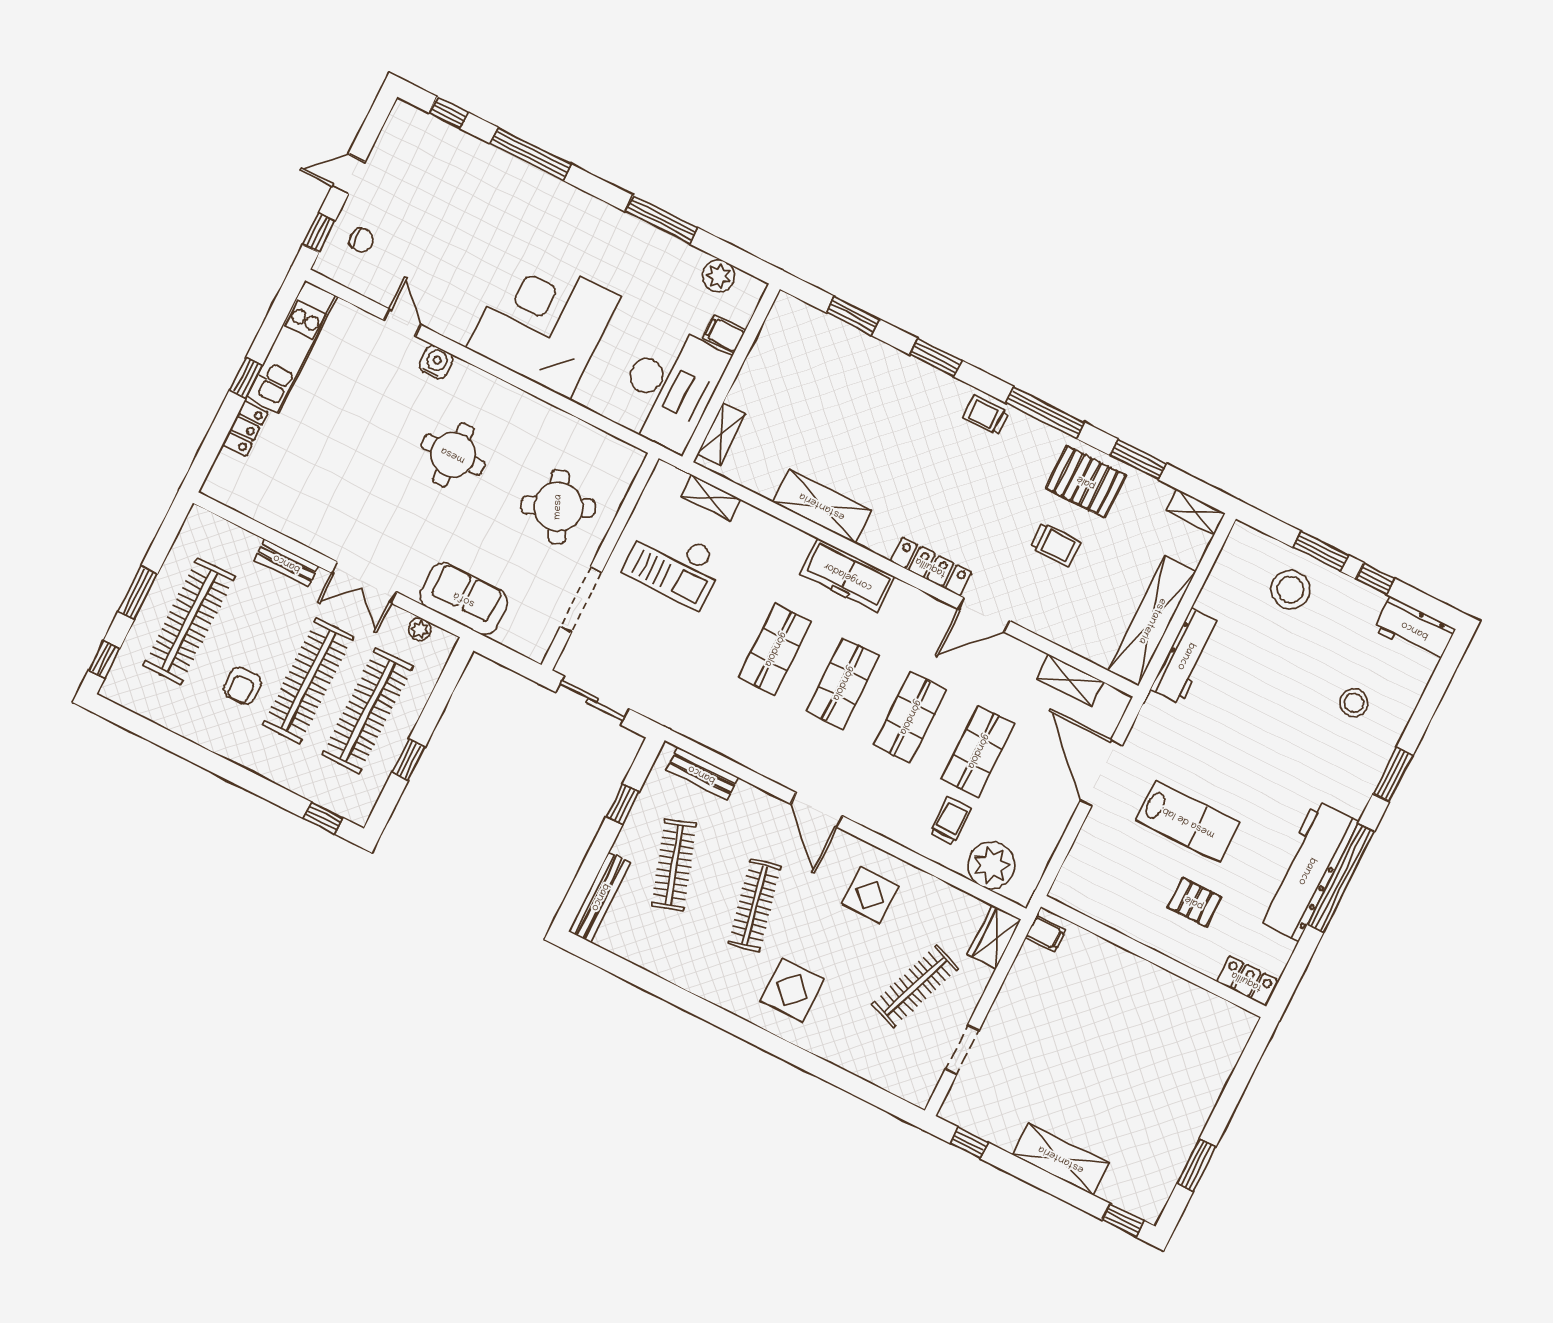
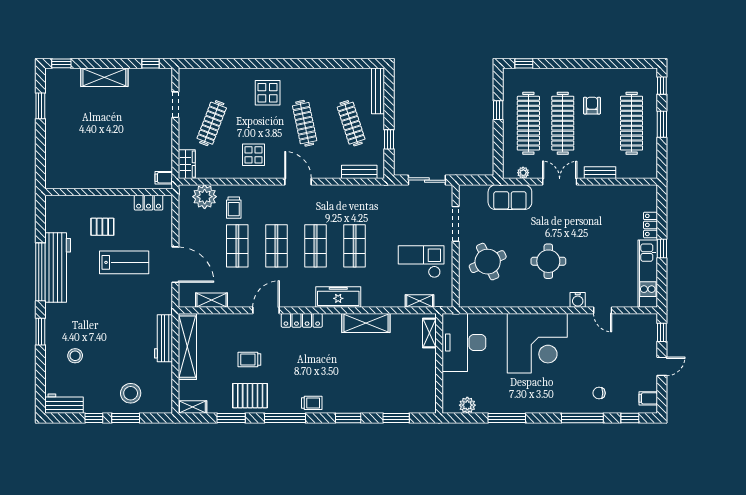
chair: (362, 240) -> (599, 393), moved
filing cabinet: (724, 334) -> (648, 398), moved, turned 180
lab bench: (1188, 822) -> (124, 262), turned 180
locker: (1247, 981) -> (149, 203), moved

